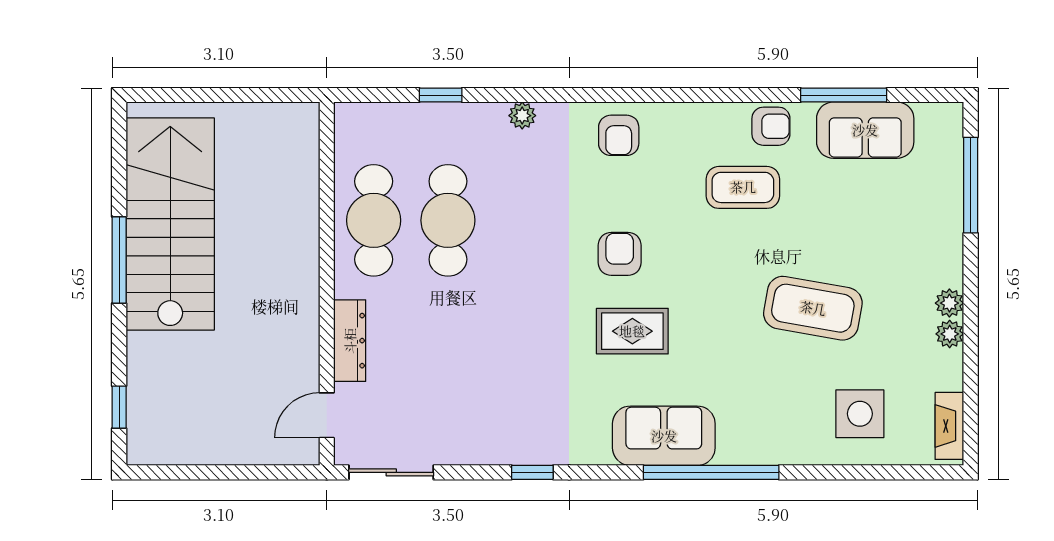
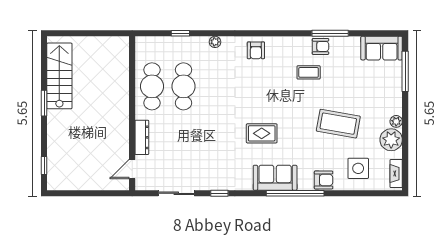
window: (844, 95) -> (330, 33), moved
sofa: (865, 130) -> (382, 48), moved
coffee table: (743, 187) -> (309, 72), width x0.73, depth x0.77
stairs: (170, 224) -> (59, 76), width x0.73, depth x0.66
armchair: (620, 254) -> (324, 180), moved, turned 90
window: (119, 260) -> (44, 103), width x0.69
plant: (950, 334) -> (391, 140), width x1.88, depth x1.88
sliding door: (391, 472) -> (176, 193), moved

